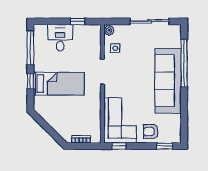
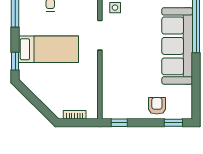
window: (30, 81) -> (15, 61), moved
corner sofa: (120, 120) -> (121, 93), removed
armchair: (151, 132) -> (157, 106), turned 90

